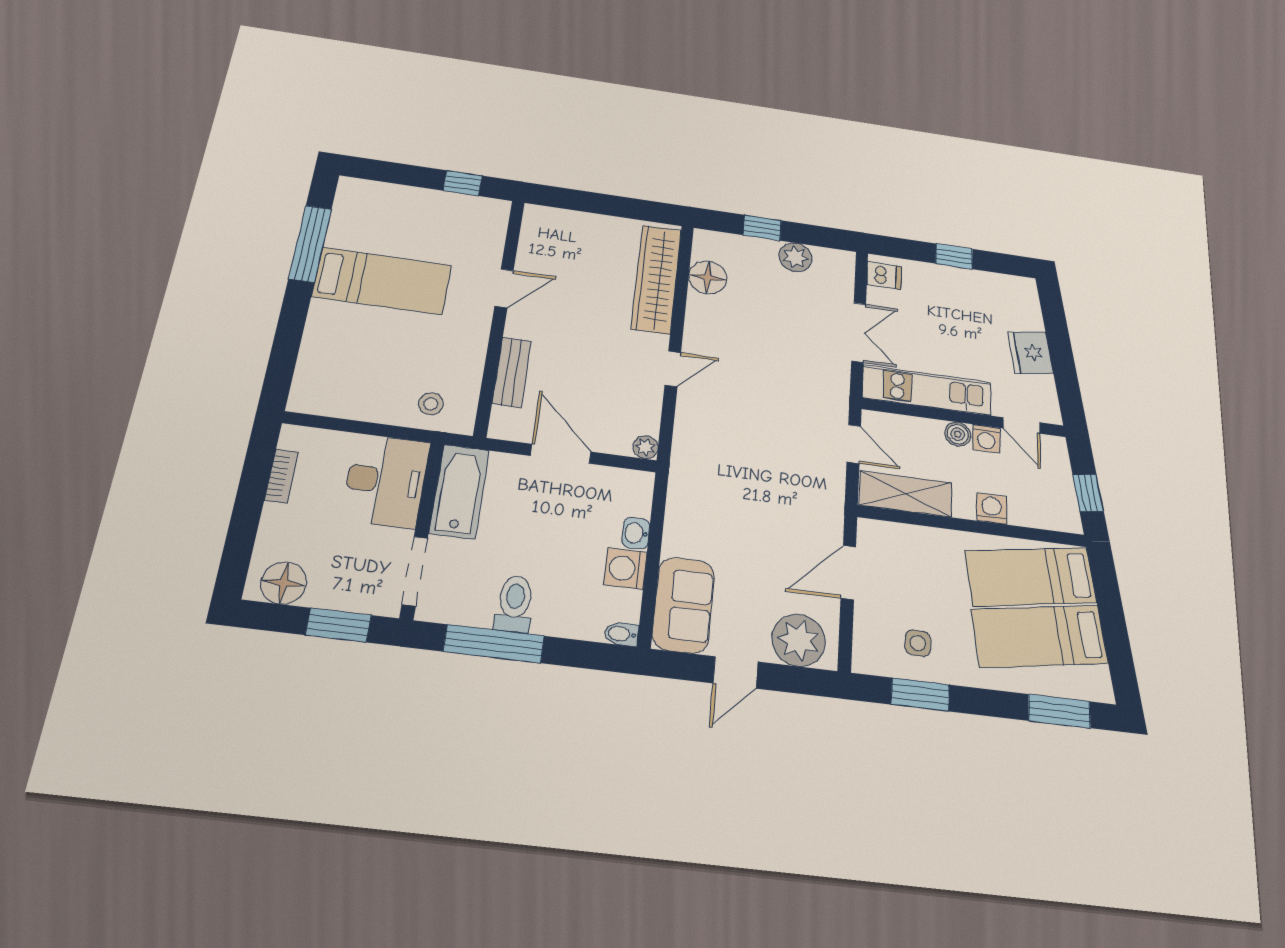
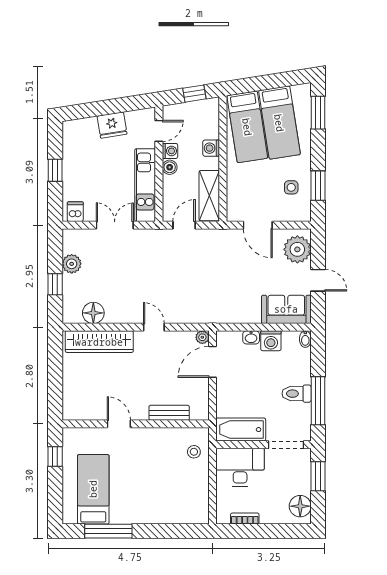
bed: (382, 281) -> (93, 489), moved
door: (561, 454) -> (212, 362), moved

